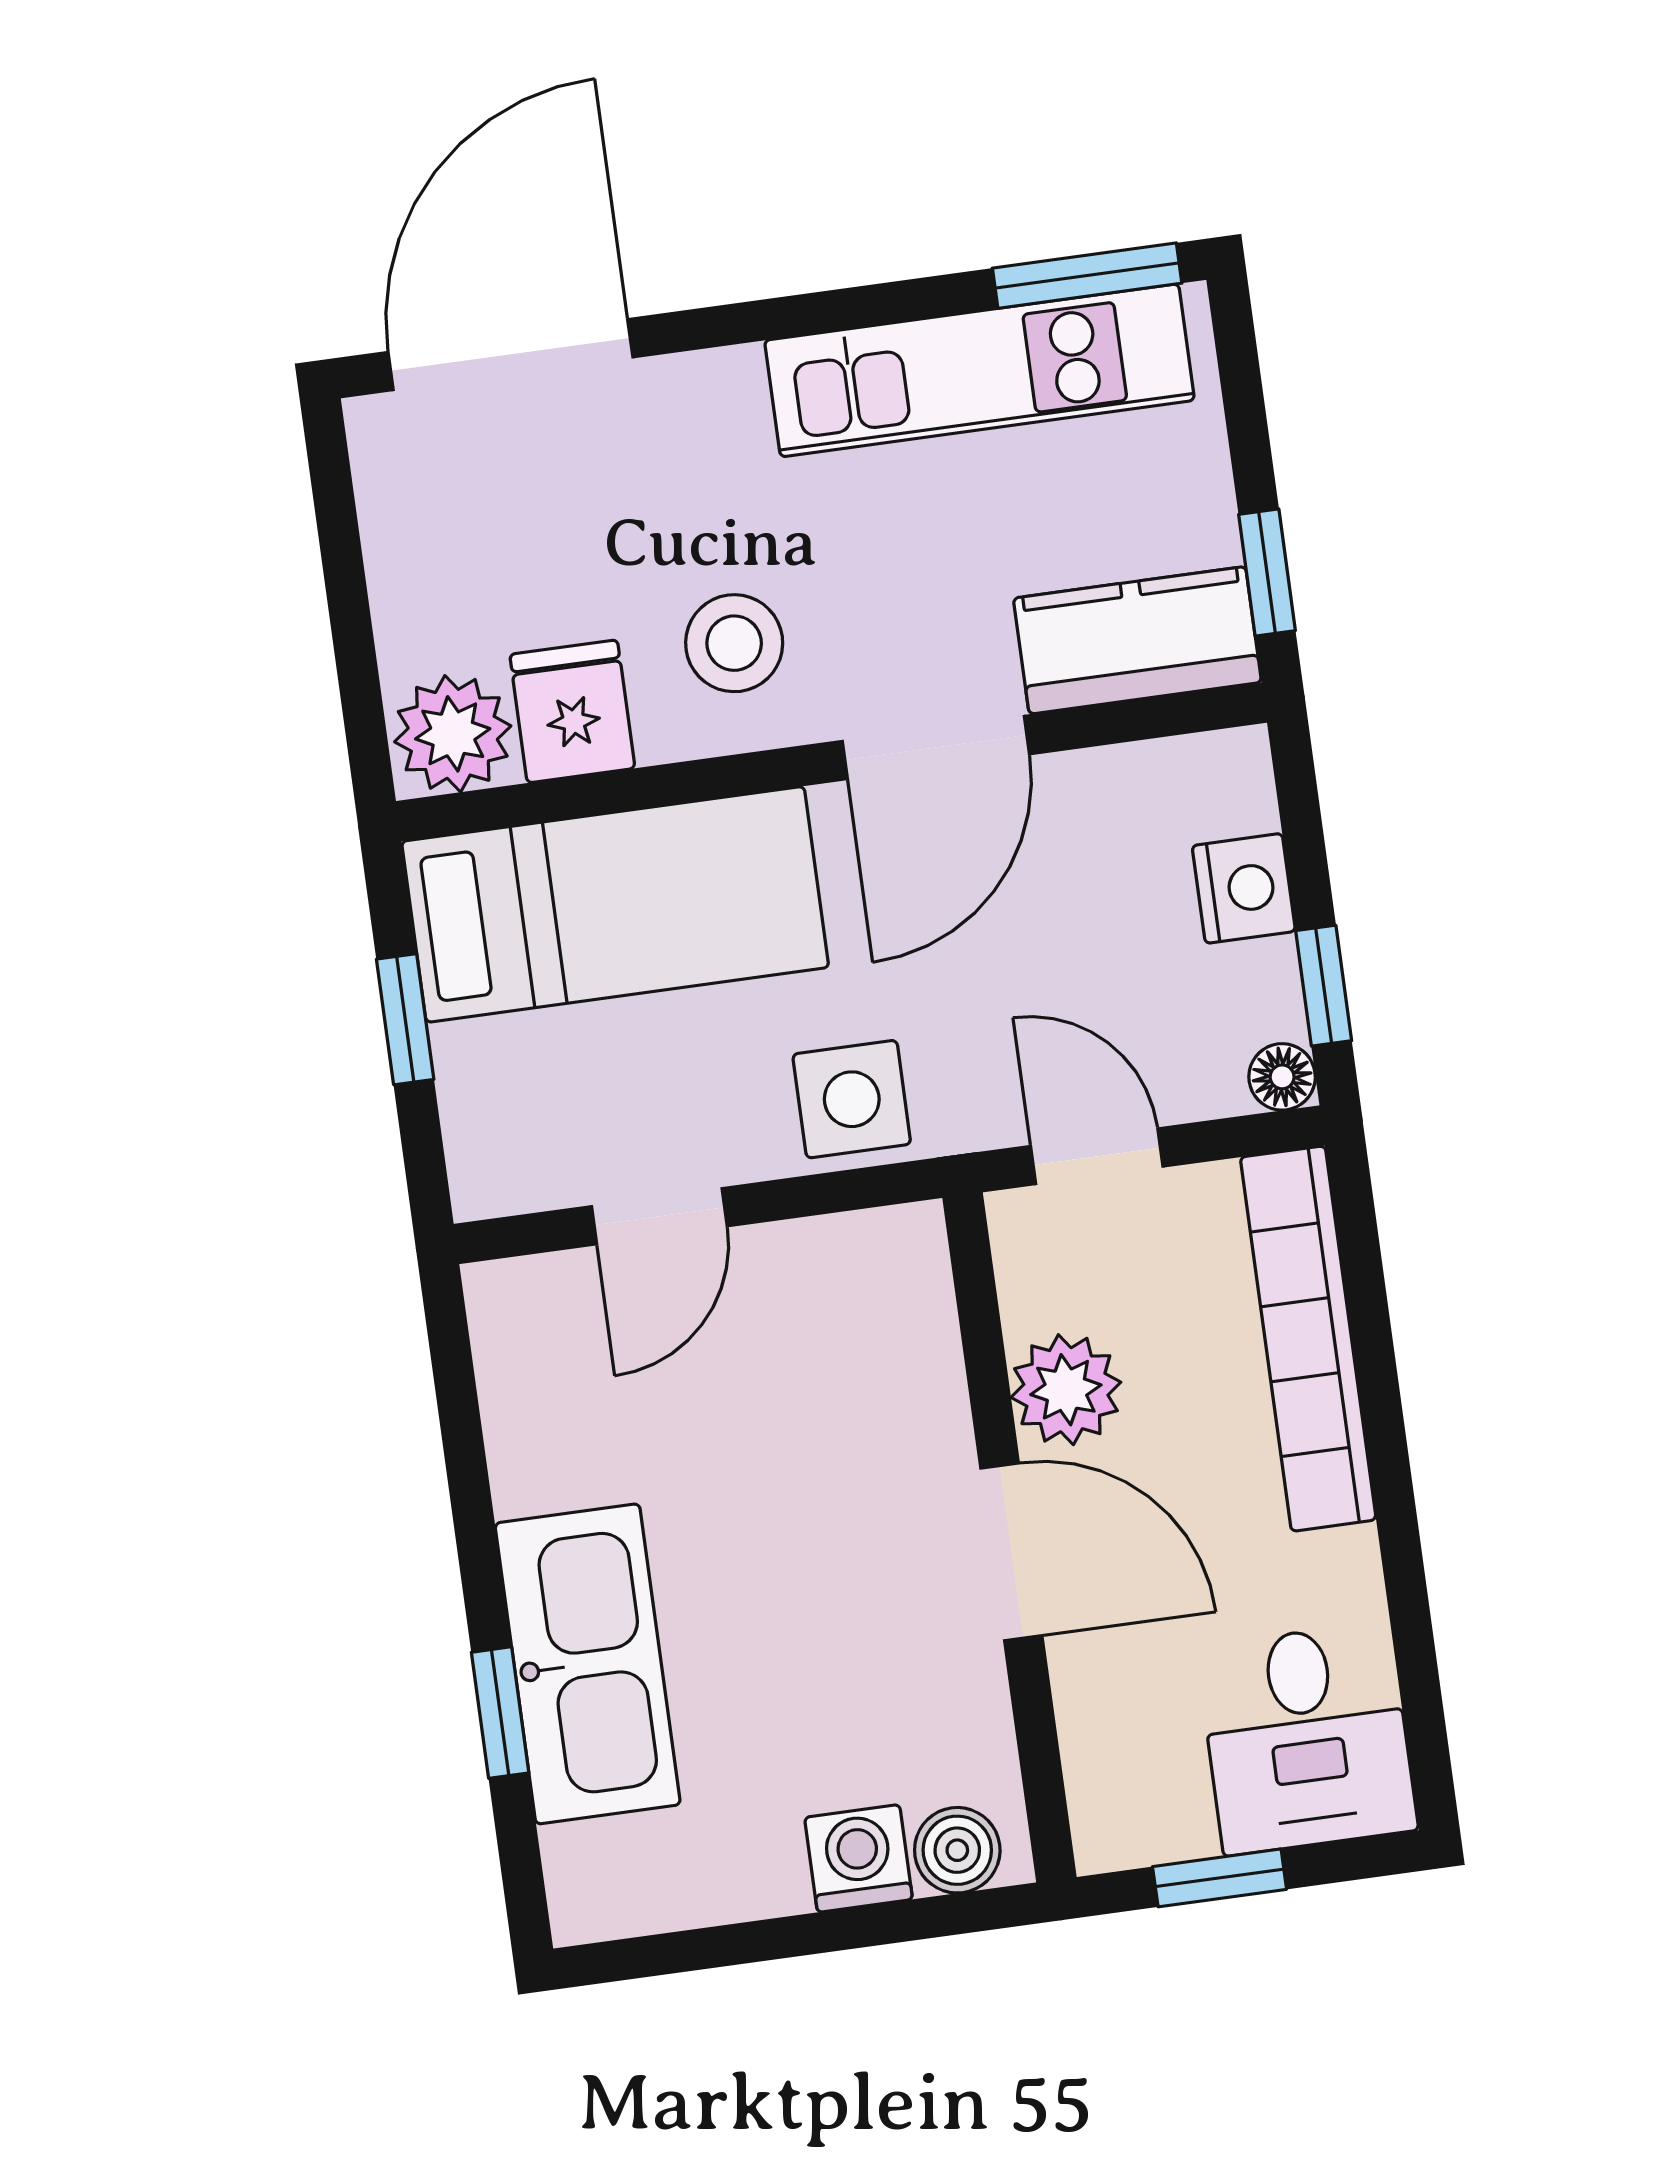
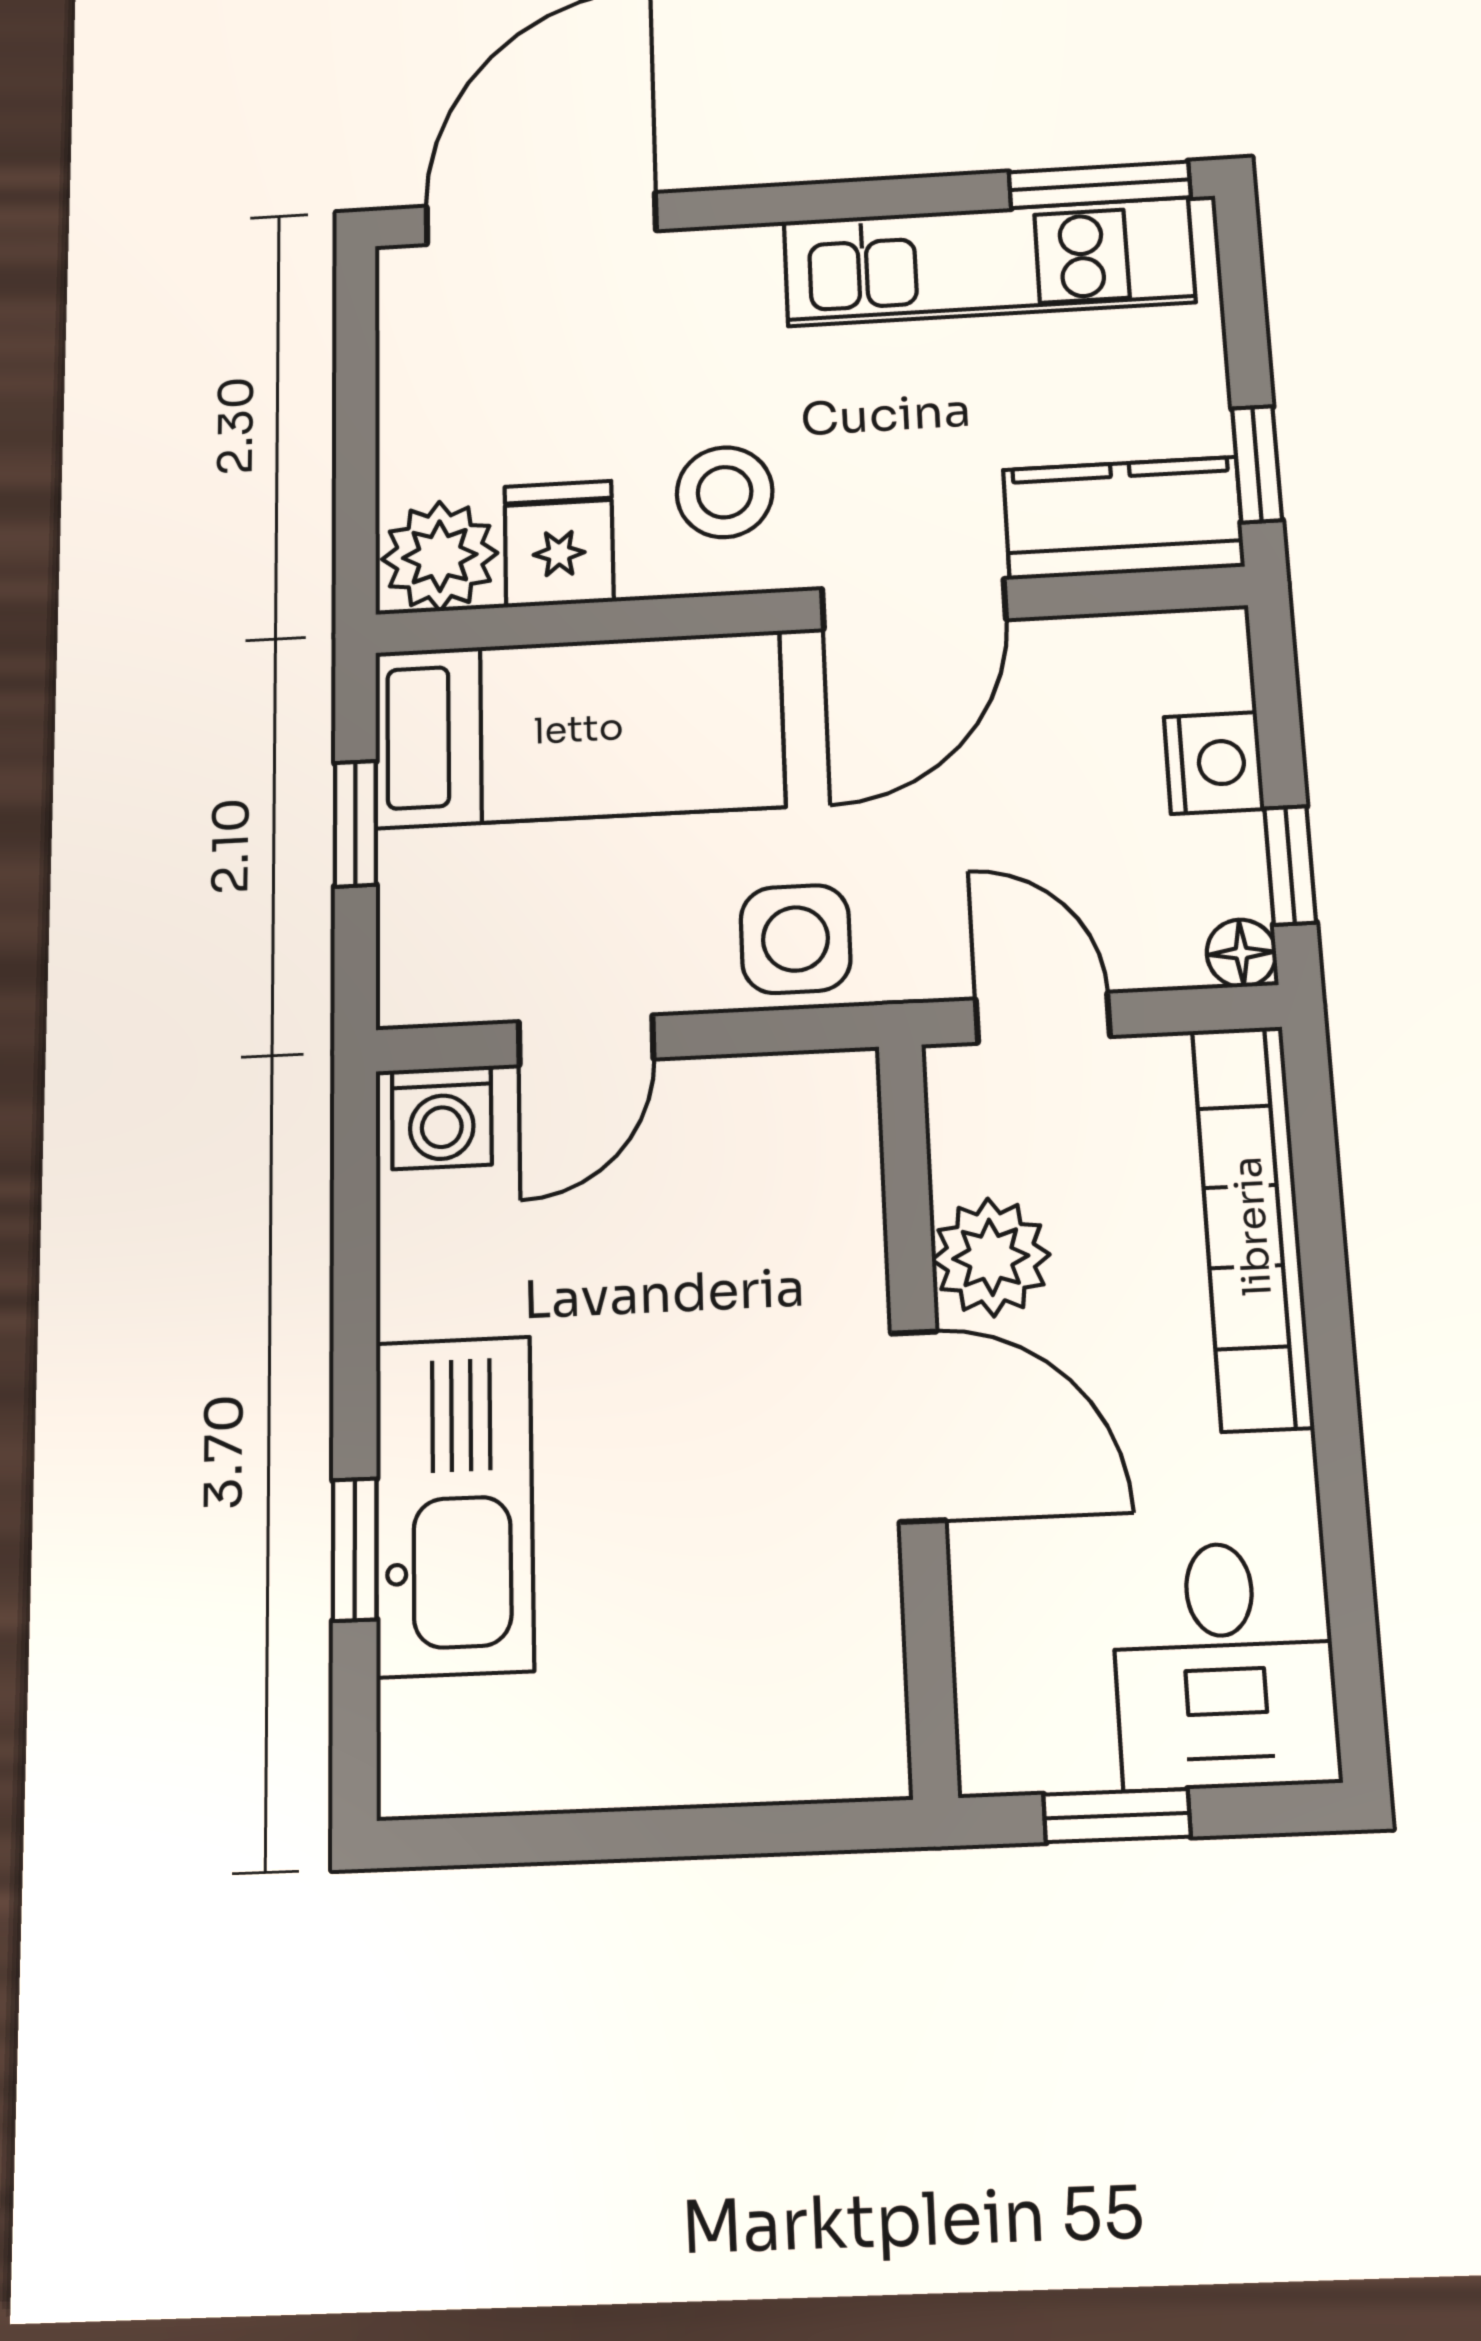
boiler: (957, 1850) -> (830, 1754), removed
washing machine: (859, 1858) -> (442, 1117), moved, turned 180

